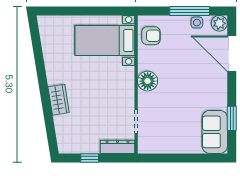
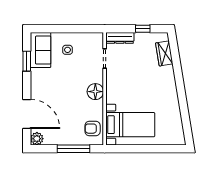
window: (190, 11) -> (73, 149), moved
side table: (197, 23) -> (67, 50), moved
wardrobe: (59, 100) -> (164, 53), moved

